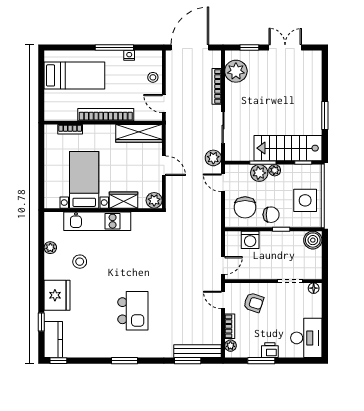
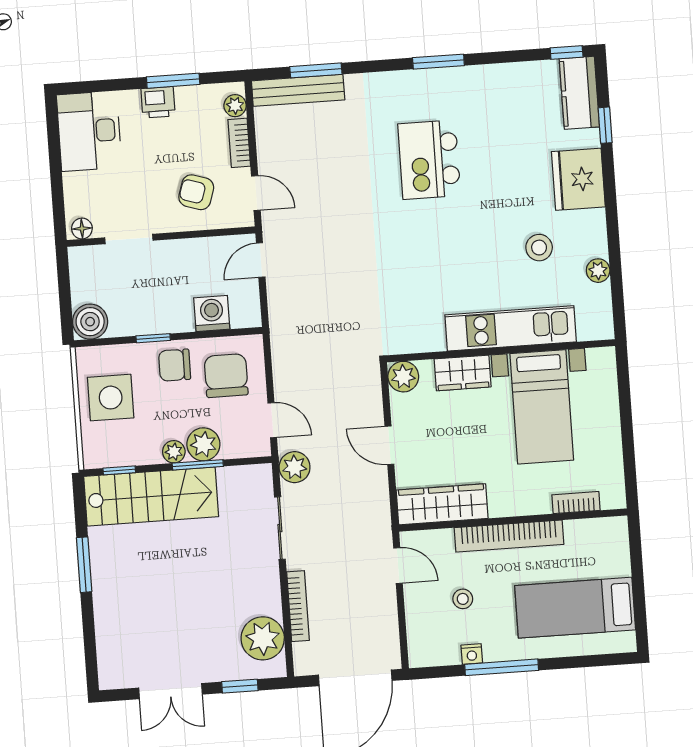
stool: (153, 77) -> (463, 599), moved

